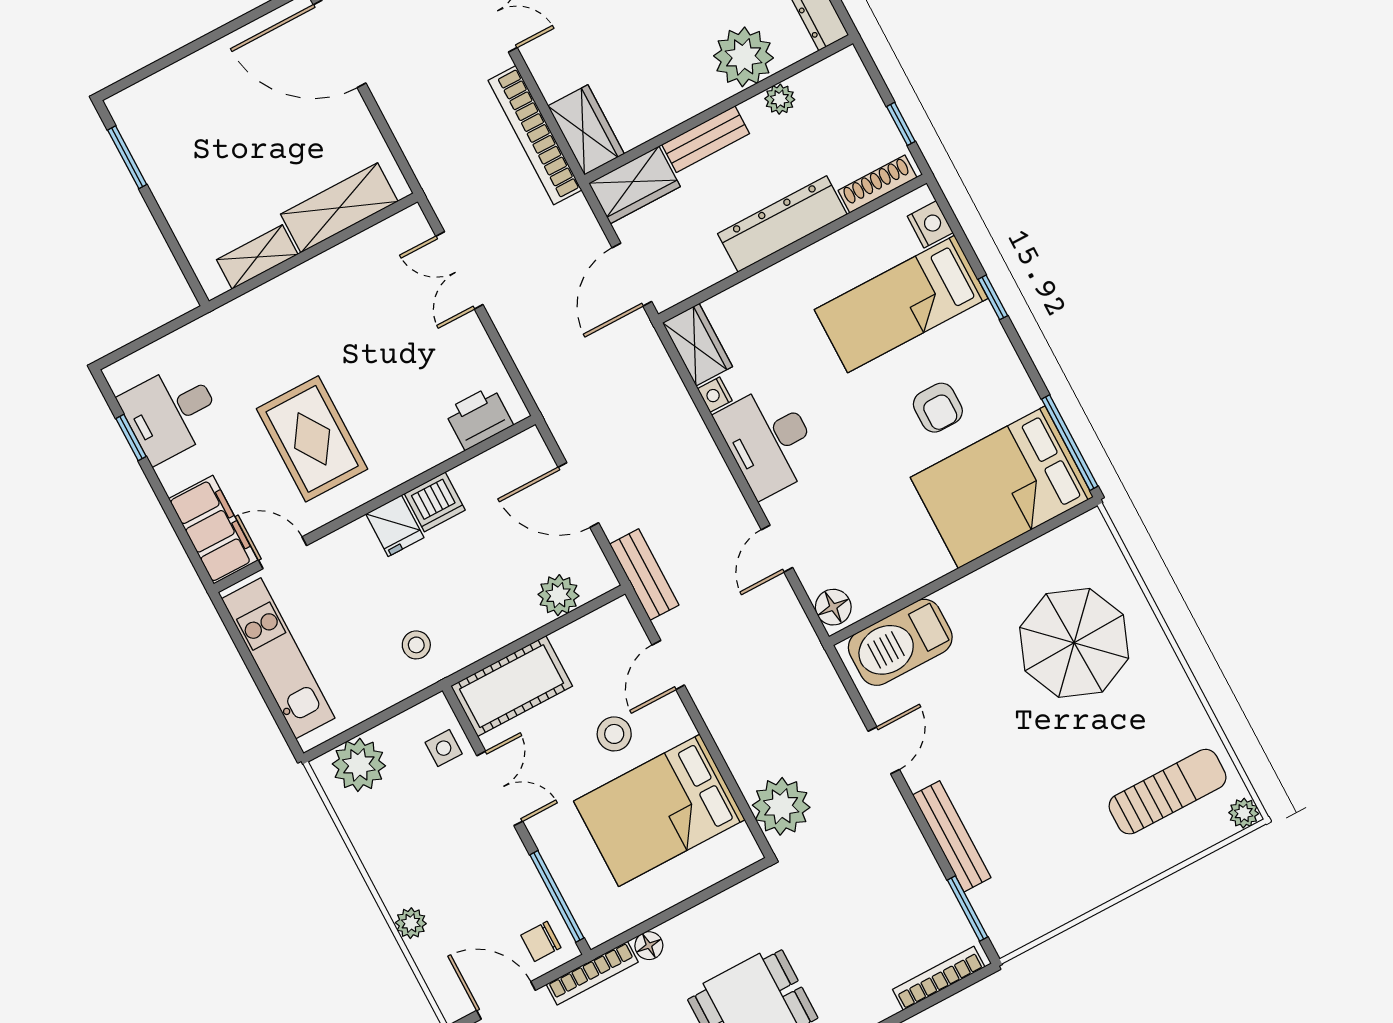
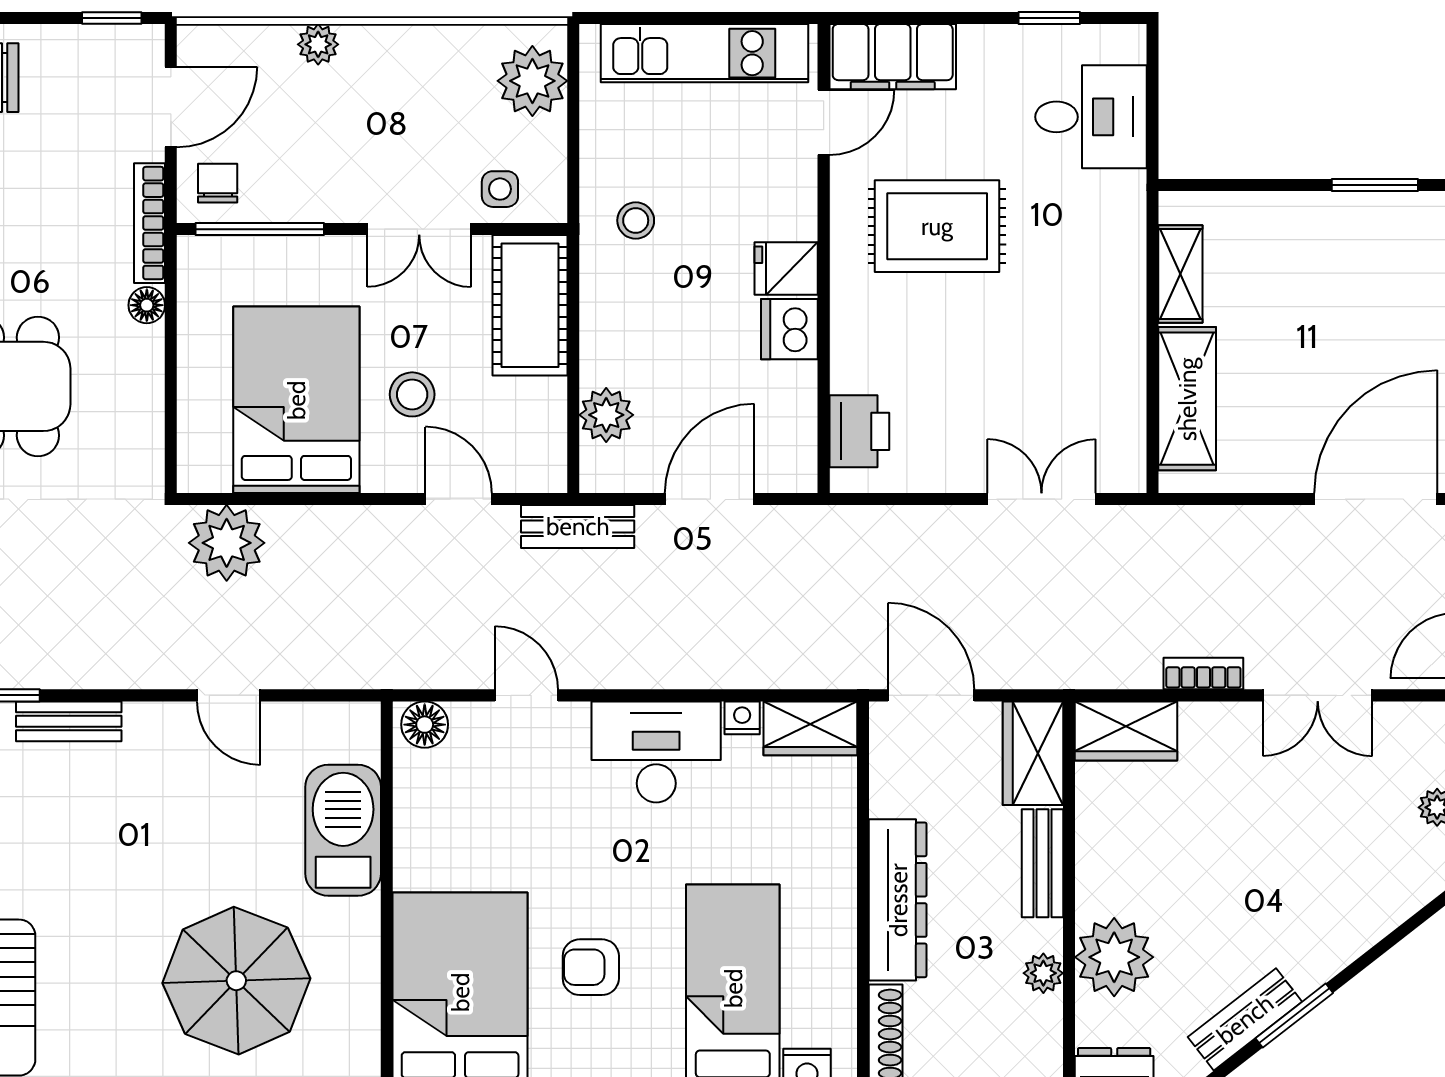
bookcase: (535, 135) -> (1203, 674), width x0.43, depth x0.76
desk: (171, 413) -> (1091, 117), moved, turned 90
barbecue: (900, 642) -> (343, 830), moved
bench: (952, 836) -> (69, 721), width x0.73

